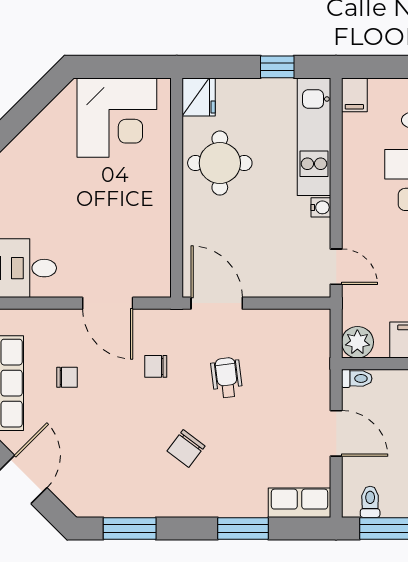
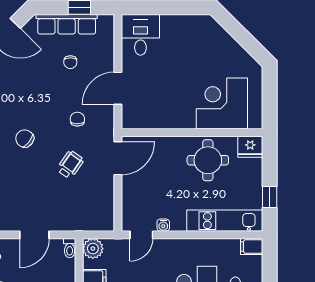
corner desk: (117, 118) -> (222, 103), moved, turned 90
water cooler: (321, 207) -> (163, 225), moved
wheelchair: (227, 378) -> (70, 165), turned -48

